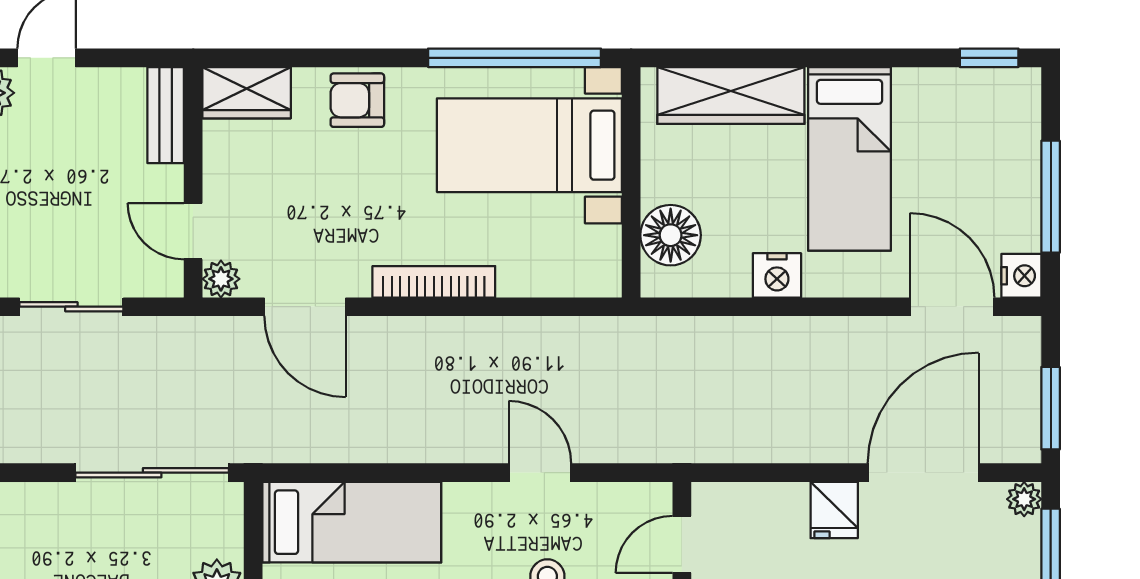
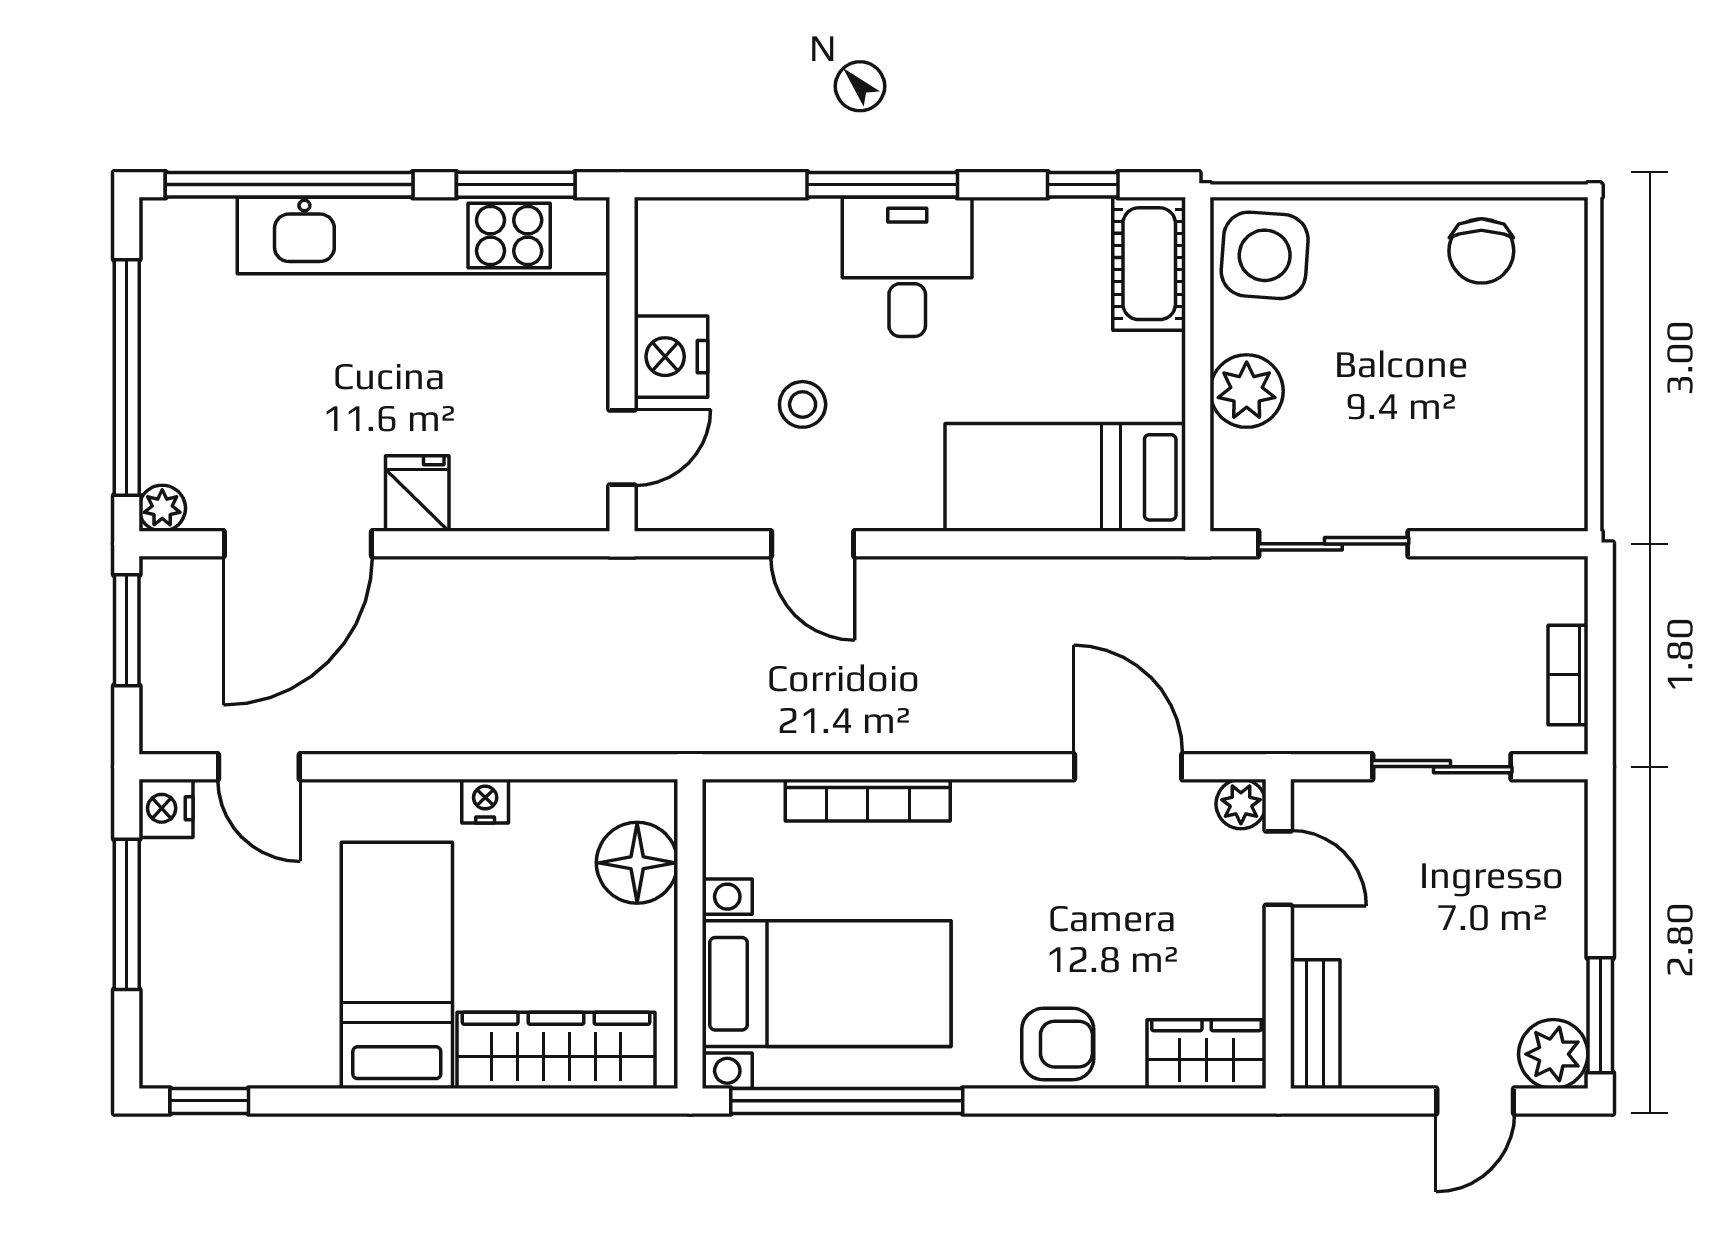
nightstand: (777, 275) -> (485, 801), width x0.72, depth x0.74
bookcase: (434, 282) -> (868, 800), moved
door: (952, 307) -> (259, 767), width x0.73
sliding door: (152, 473) -> (1333, 544), width x0.73

